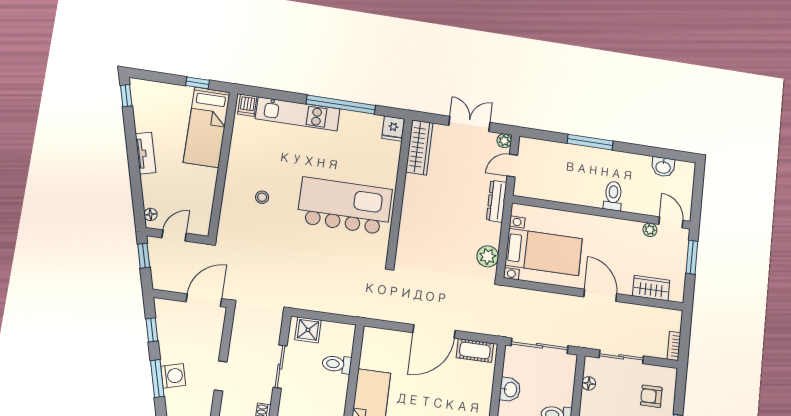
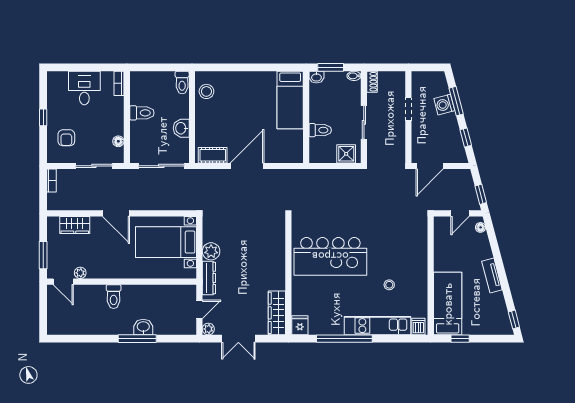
washbasin: (663, 167) -> (143, 327), moved
stool: (262, 197) -> (389, 285), moved
plant: (488, 256) -> (211, 251), moved
armchair: (651, 396) -> (66, 138), turned 90

